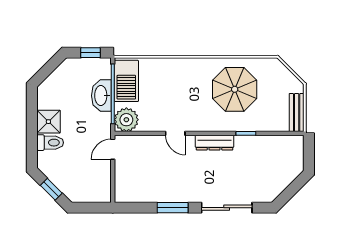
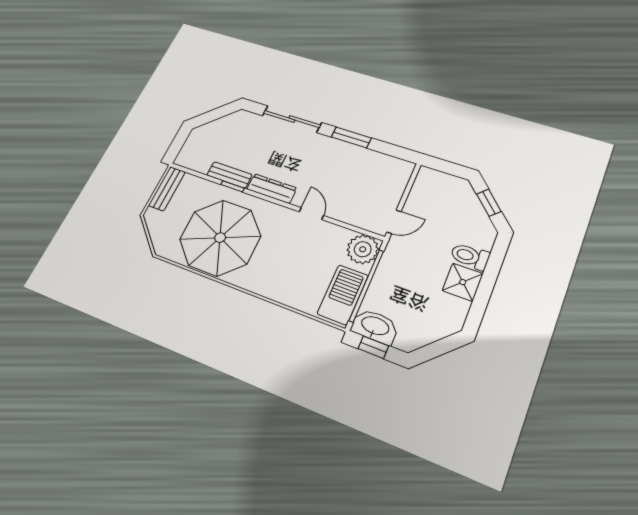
parasol: (235, 89) -> (220, 238), width x1.36, depth x1.36
washbasin: (101, 96) -> (375, 326), moved, turned -90
bench: (253, 142) -> (229, 175), added

